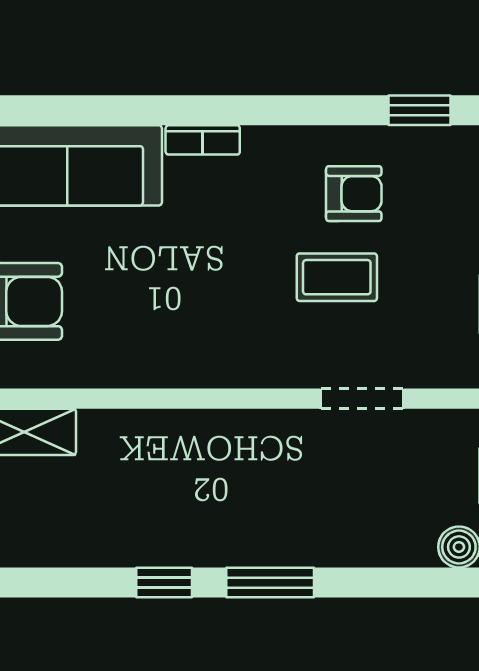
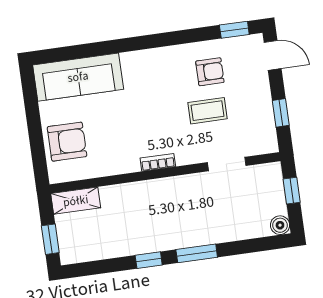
bookcase: (203, 140) -> (158, 162), moved, turned 180

